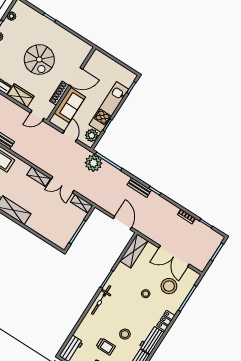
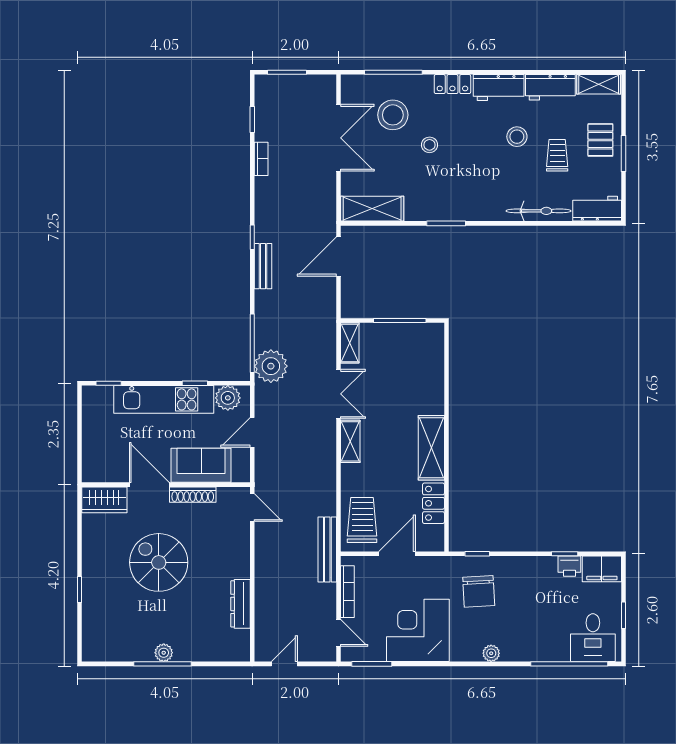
plant: (11, 16) -> (117, 653), removed
spiral stairs: (39, 59) -> (159, 562), turned -90
wardrobe: (21, 96) -> (104, 500), moved, turned -90
bicycle: (101, 300) -> (539, 211), moved

